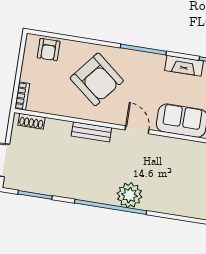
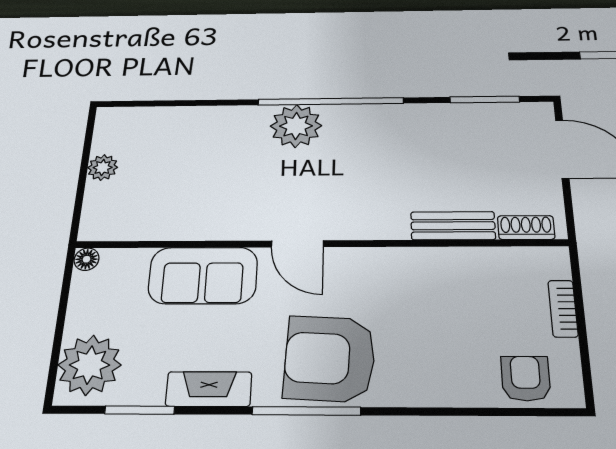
armchair: (97, 79) -> (330, 358), moved, turned -36
bookcase: (22, 96) -> (563, 309), moved
bench: (91, 132) -> (453, 226), moved

